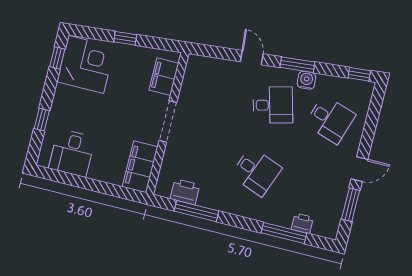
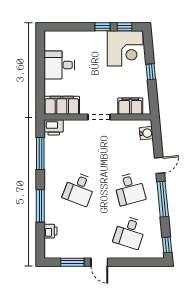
window: (297, 65) -> (163, 199), width x1.44
water cooler: (306, 80) -> (146, 133), moved
window: (42, 120) -> (102, 27), moved
doorway: (168, 121) -> (99, 117), width x0.73
desk: (72, 153) -> (59, 65), moved
printer: (185, 192) -> (54, 127), moved, turned 90
window: (284, 233) -> (40, 206), moved

